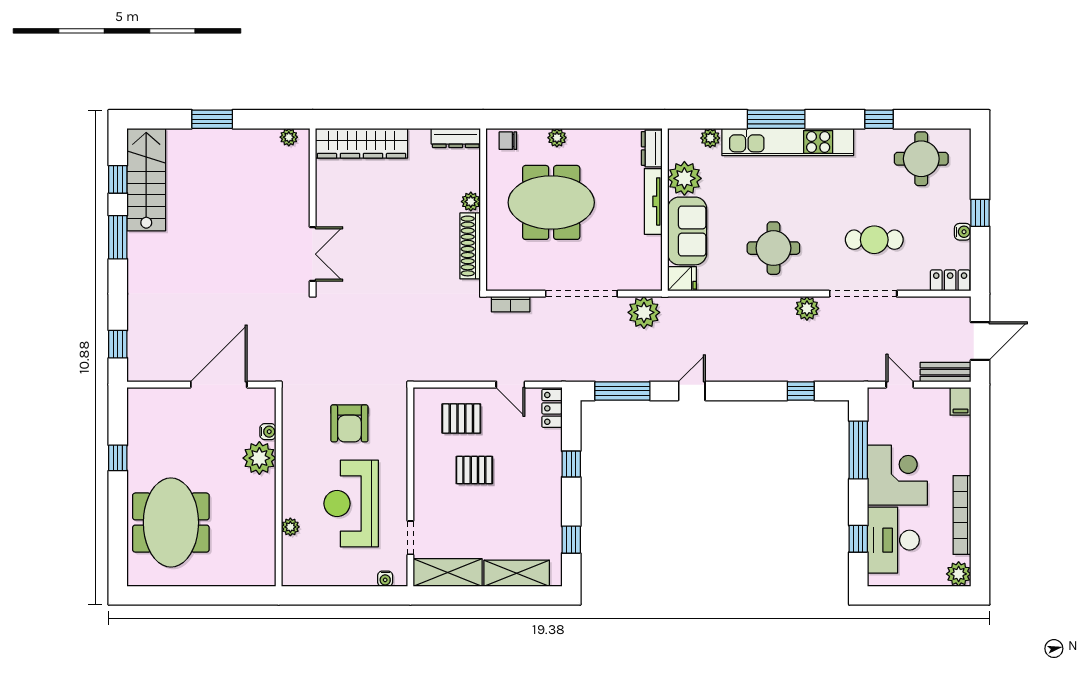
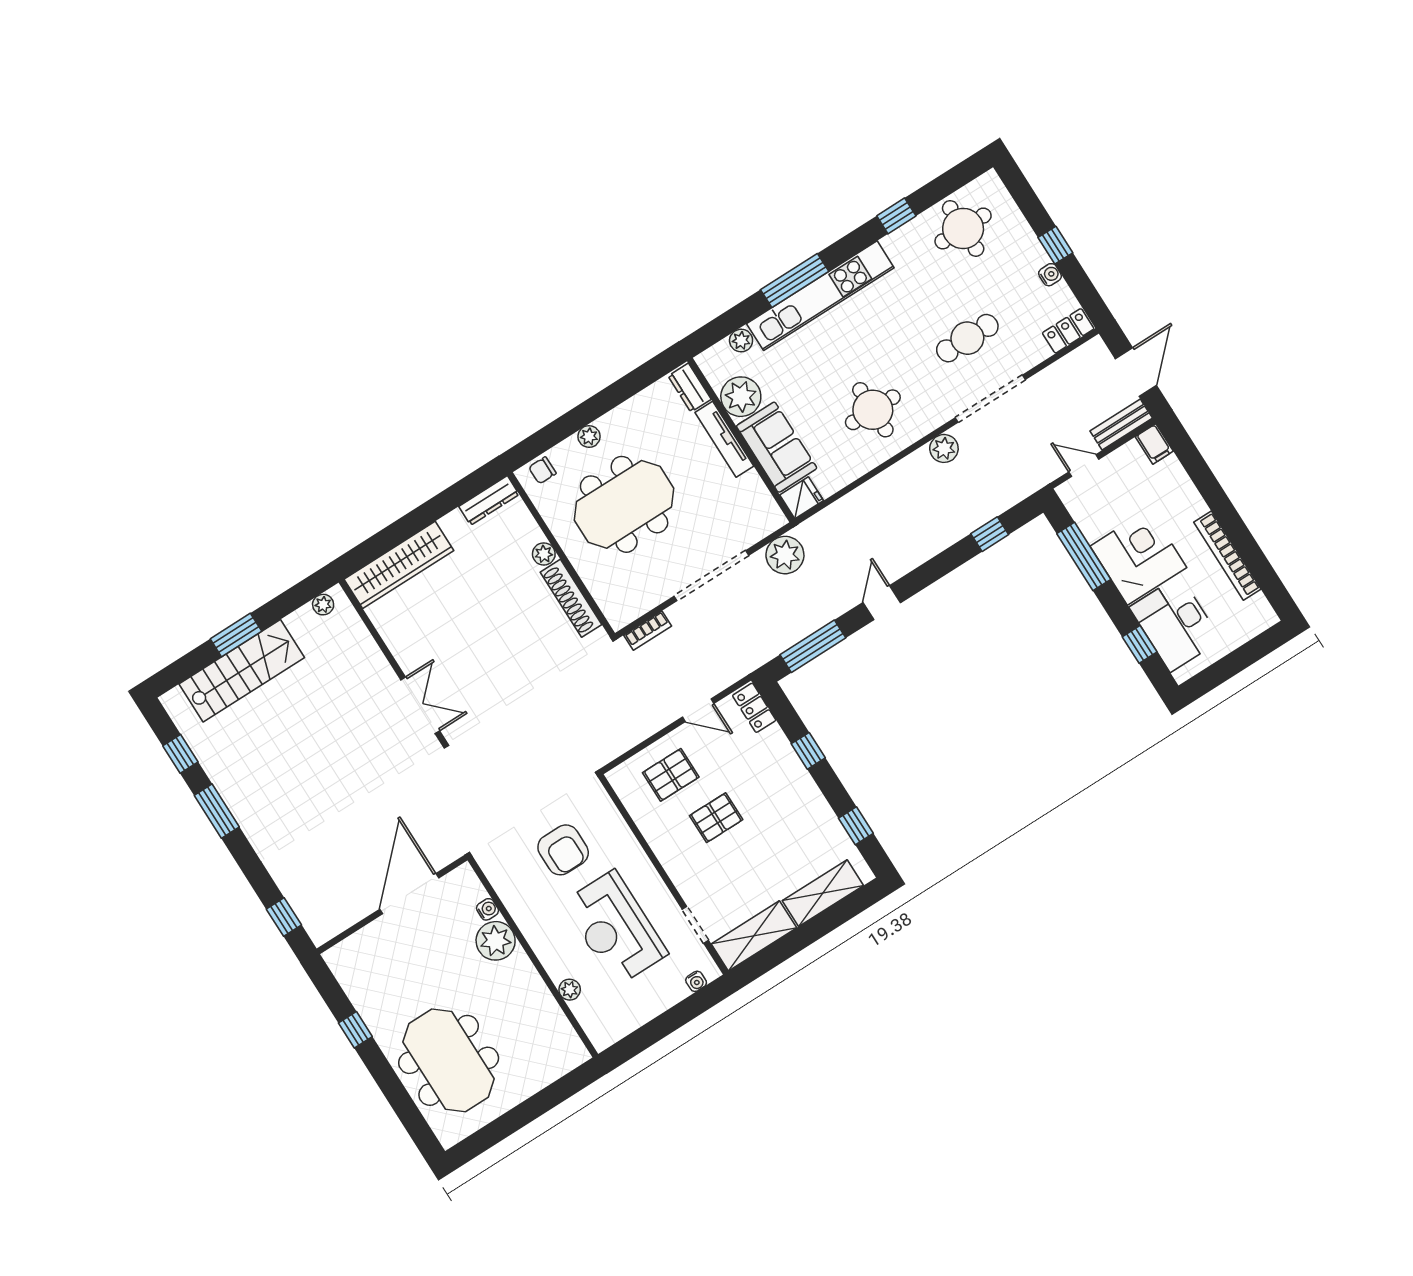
stairs: (146, 180) -> (242, 671), moved, turned 90
plant: (959, 574) -> (1261, 616), removed

